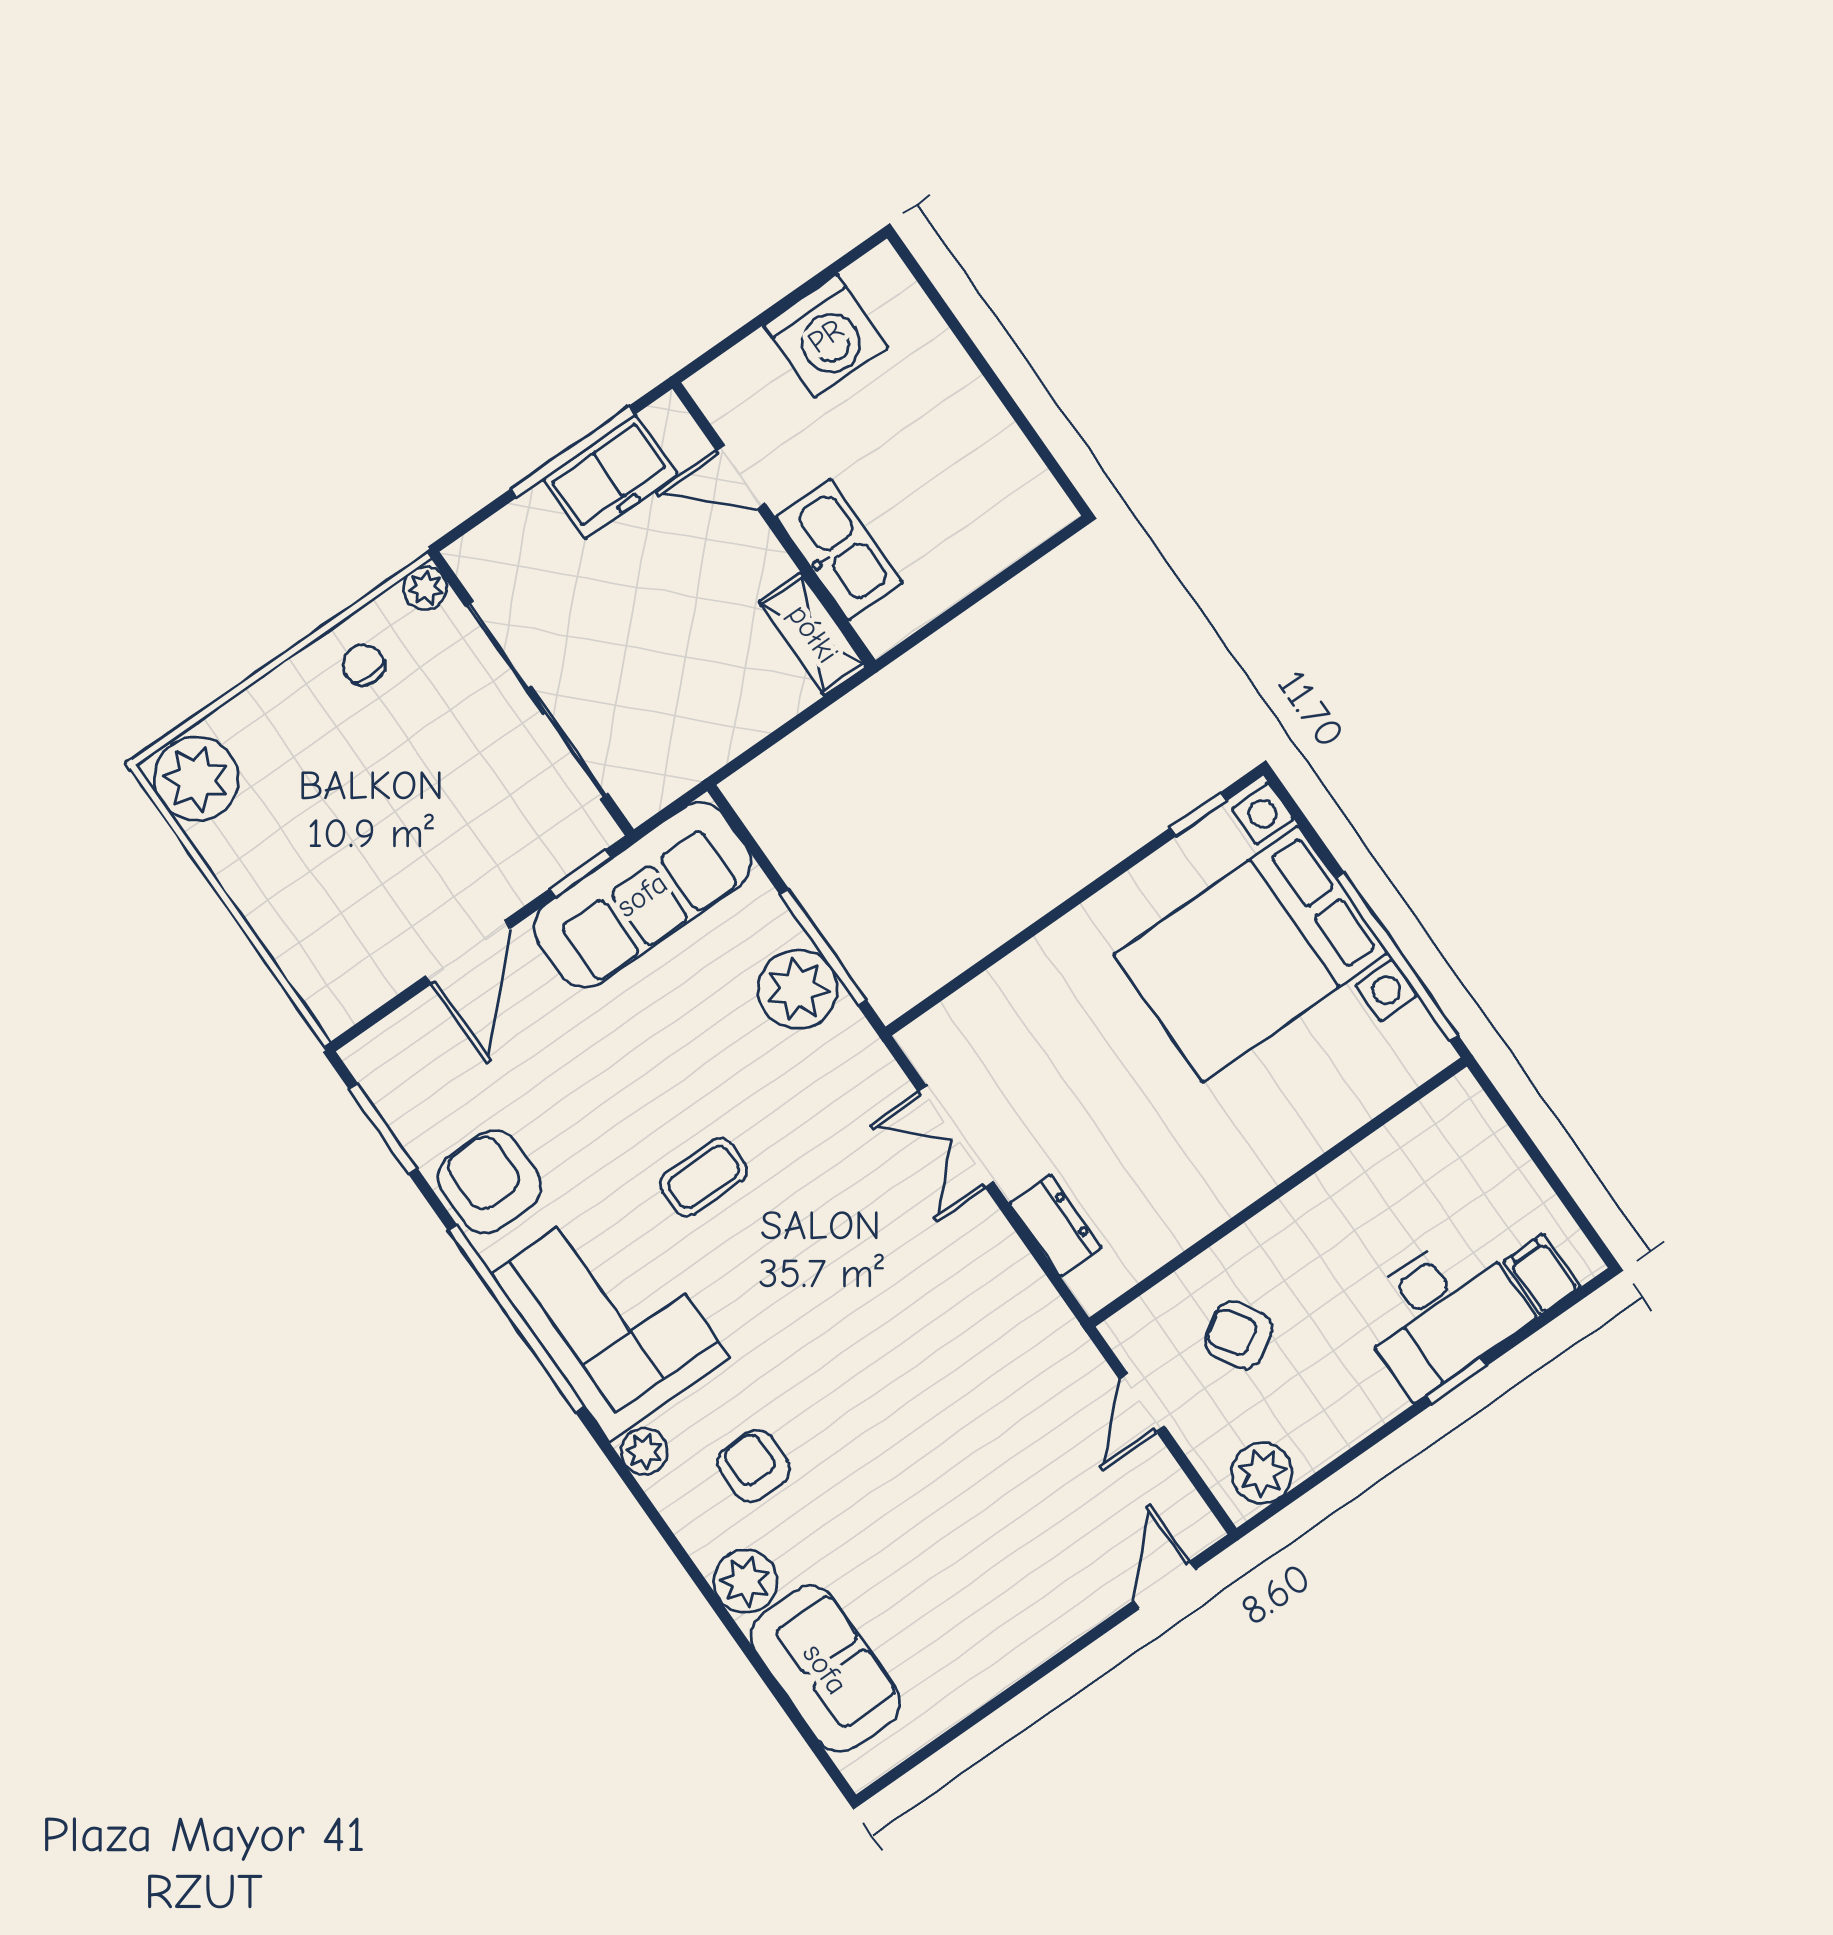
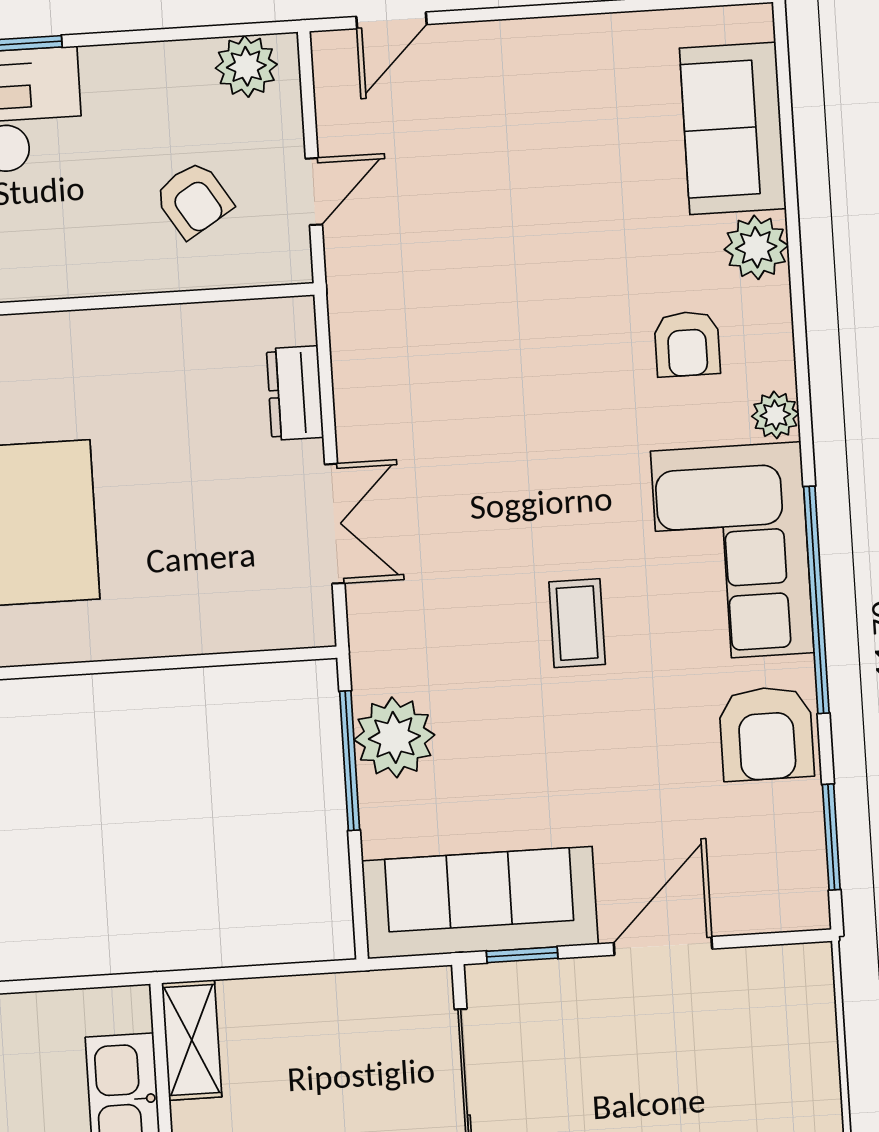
coffee table: (704, 1177) -> (577, 623), turned 90

